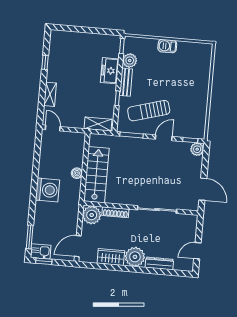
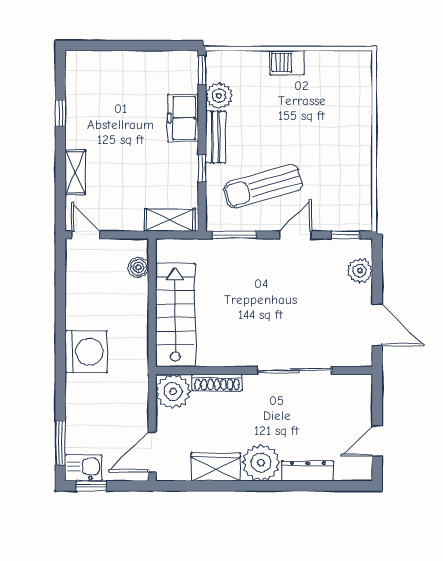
plant: (197, 149) -> (360, 271), moved
boiler: (77, 173) -> (138, 267), moved

